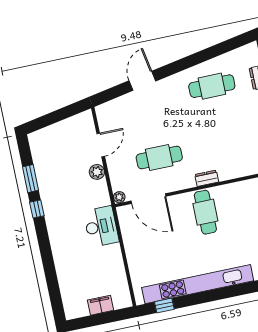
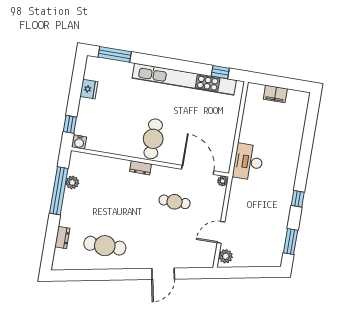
cafe table: (159, 158) -> (175, 202), width x0.73, depth x0.74
plant: (97, 172) -> (226, 256), moved
window: (30, 179) -> (291, 242), moved

